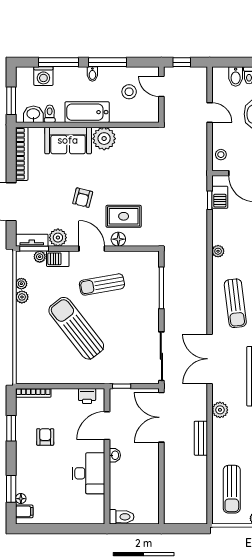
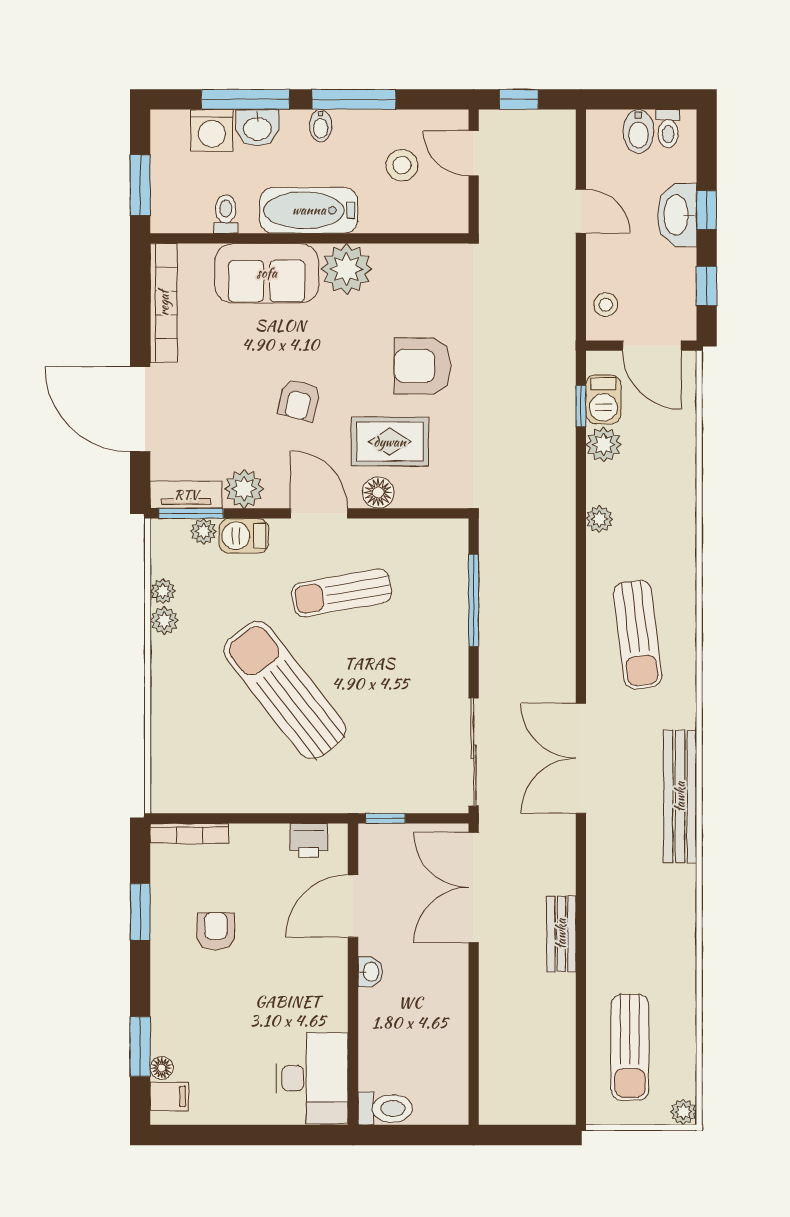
washbasin: (33, 114) -> (257, 128), moved, turned 180
armchair: (138, 182) -> (422, 366), added
plant: (220, 410) -> (604, 444), moved
desk: (89, 473) -> (312, 1078), moved

